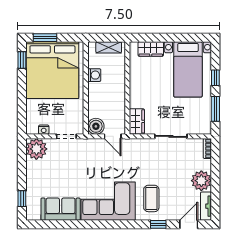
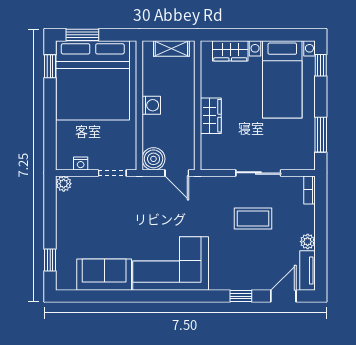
washing machine: (94, 75) -> (151, 105), moved
window: (215, 78) -> (321, 65), moved
wardrobe: (137, 121) -> (211, 116), moved
plant: (36, 149) -> (64, 184), width x0.53, depth x0.53
plant: (201, 181) -> (308, 242), width x0.53, depth x0.53
coffee table: (151, 198) -> (253, 219), moved, turned 90

